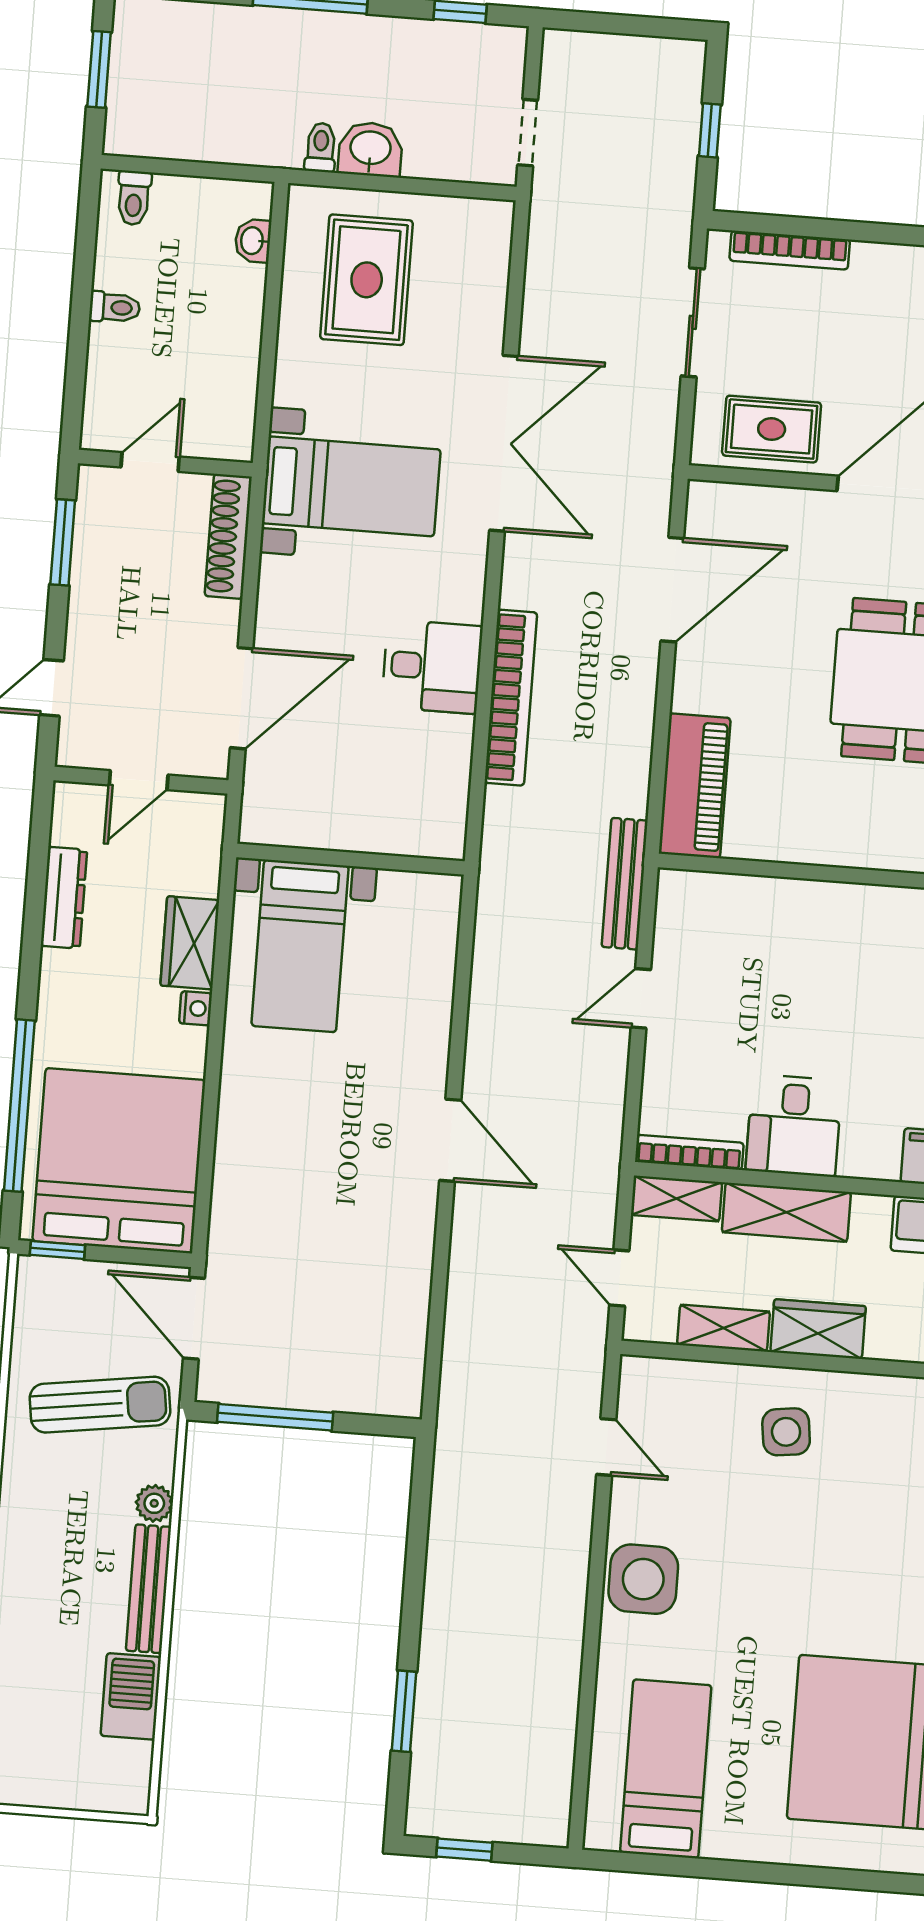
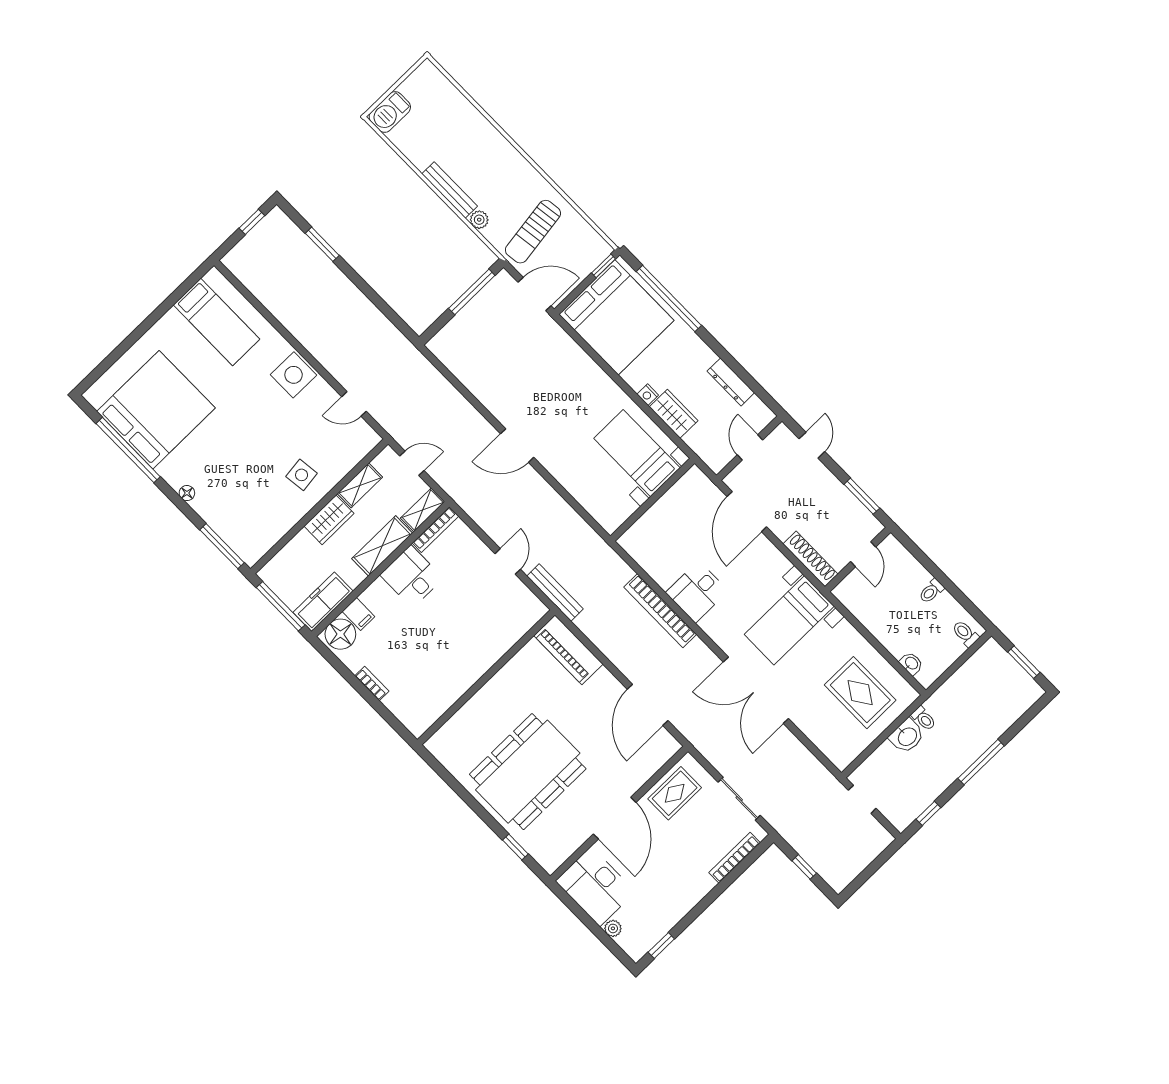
barbecue: (131, 1696) -> (390, 112), moved, turned 90

